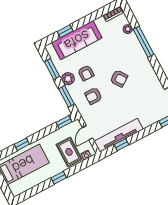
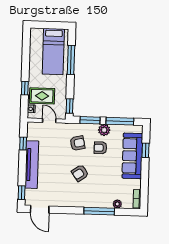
window: (52, 69) -> (120, 121), width x1.44
armchair: (93, 96) -> (77, 143), turned 77
tv unit: (119, 135) -> (32, 165), moved
window: (22, 144) -> (71, 60), width x2.17
window: (59, 178) -> (25, 88), moved

